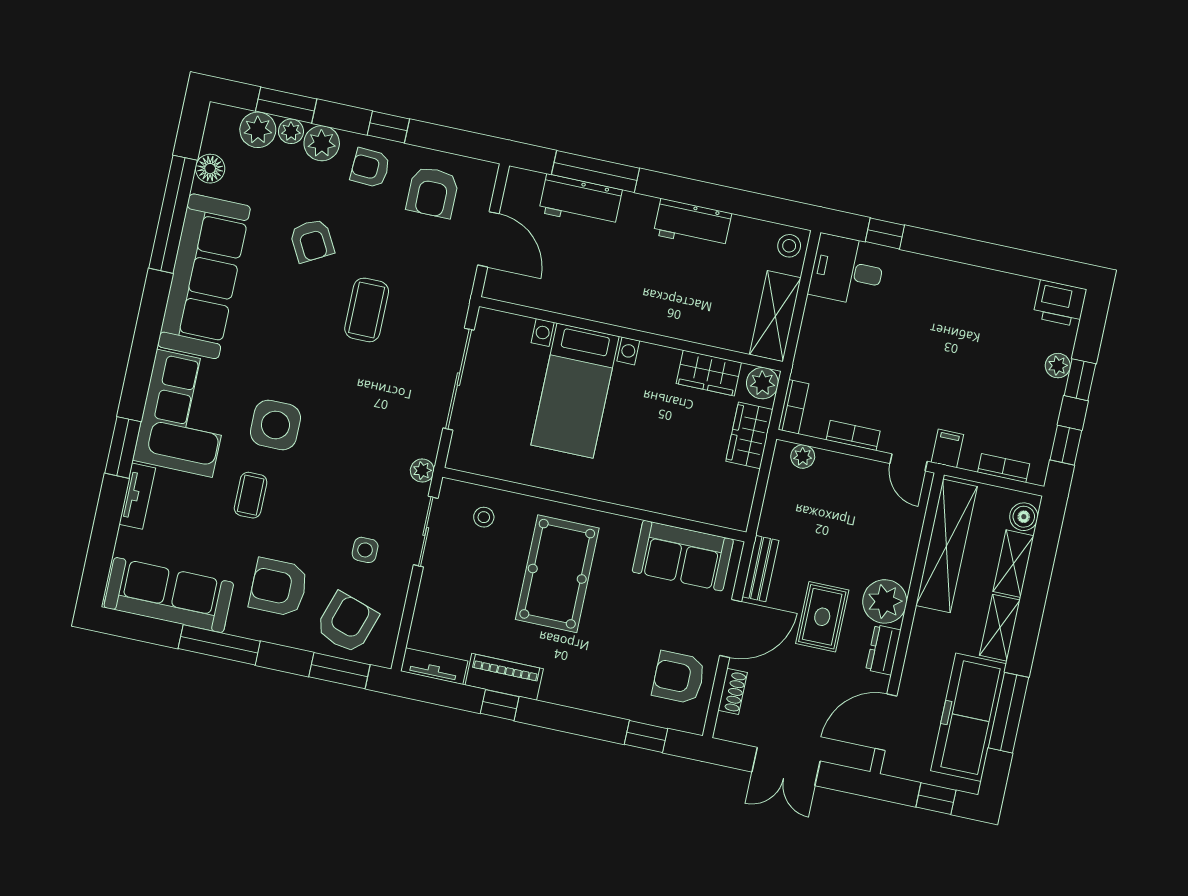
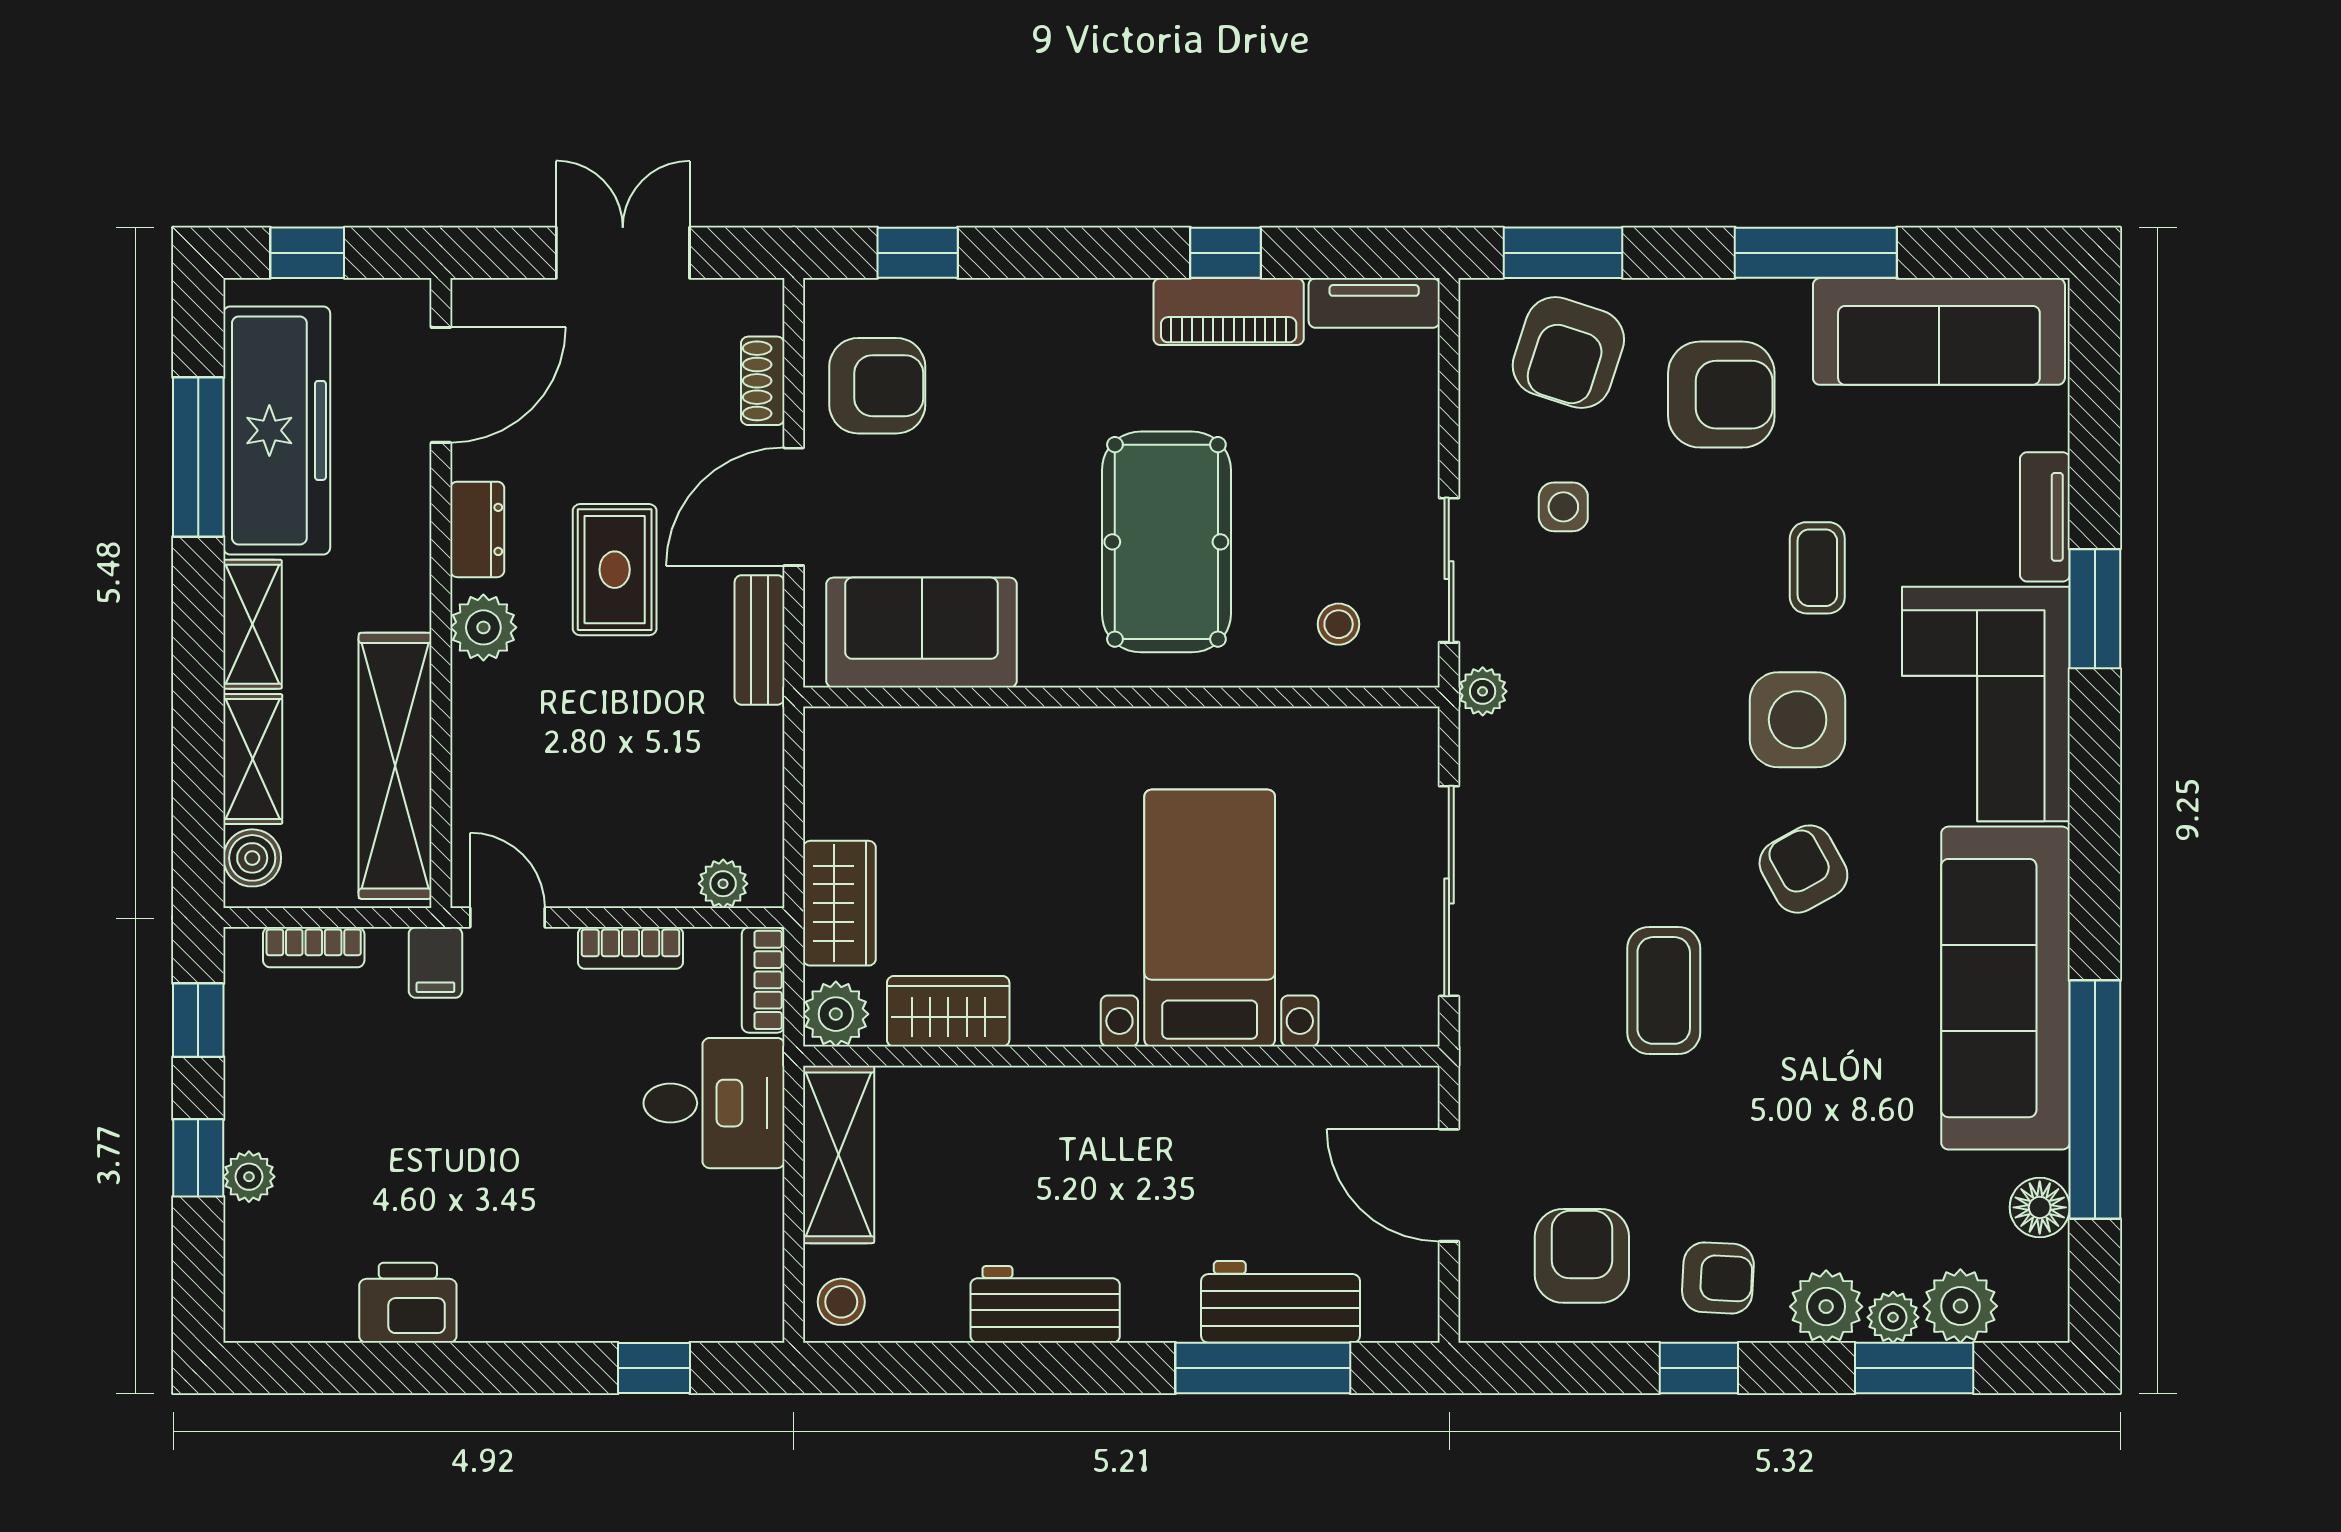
armchair: (312, 241) -> (1803, 869), moved
desk: (847, 270) -> (714, 1103), moved
printer: (1060, 303) -> (408, 1303), moved
plant: (885, 601) -> (483, 627), width x0.73, depth x0.73

